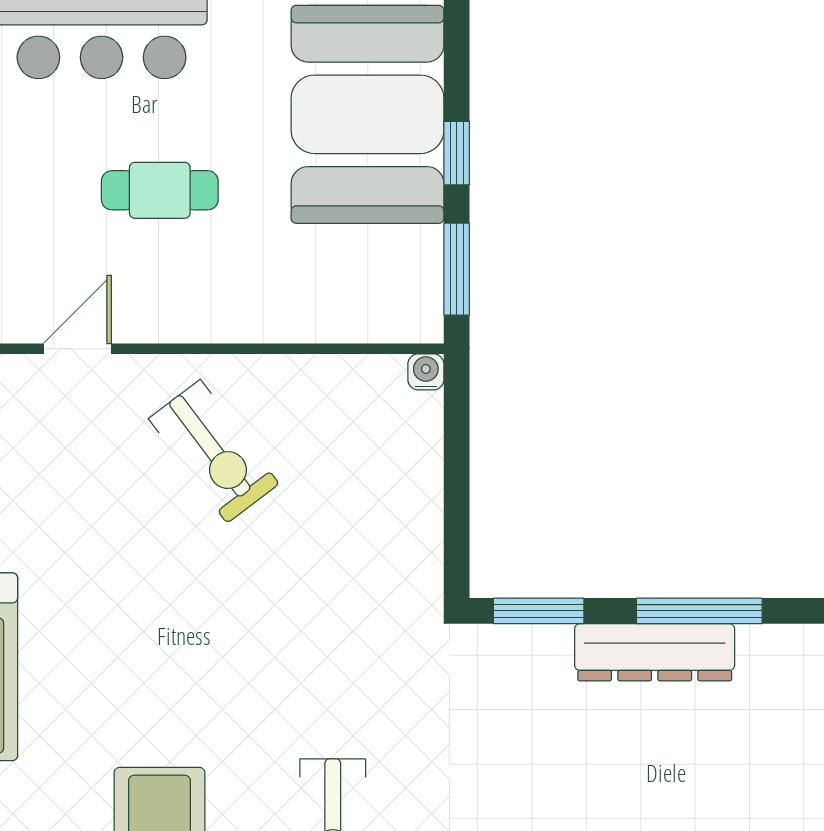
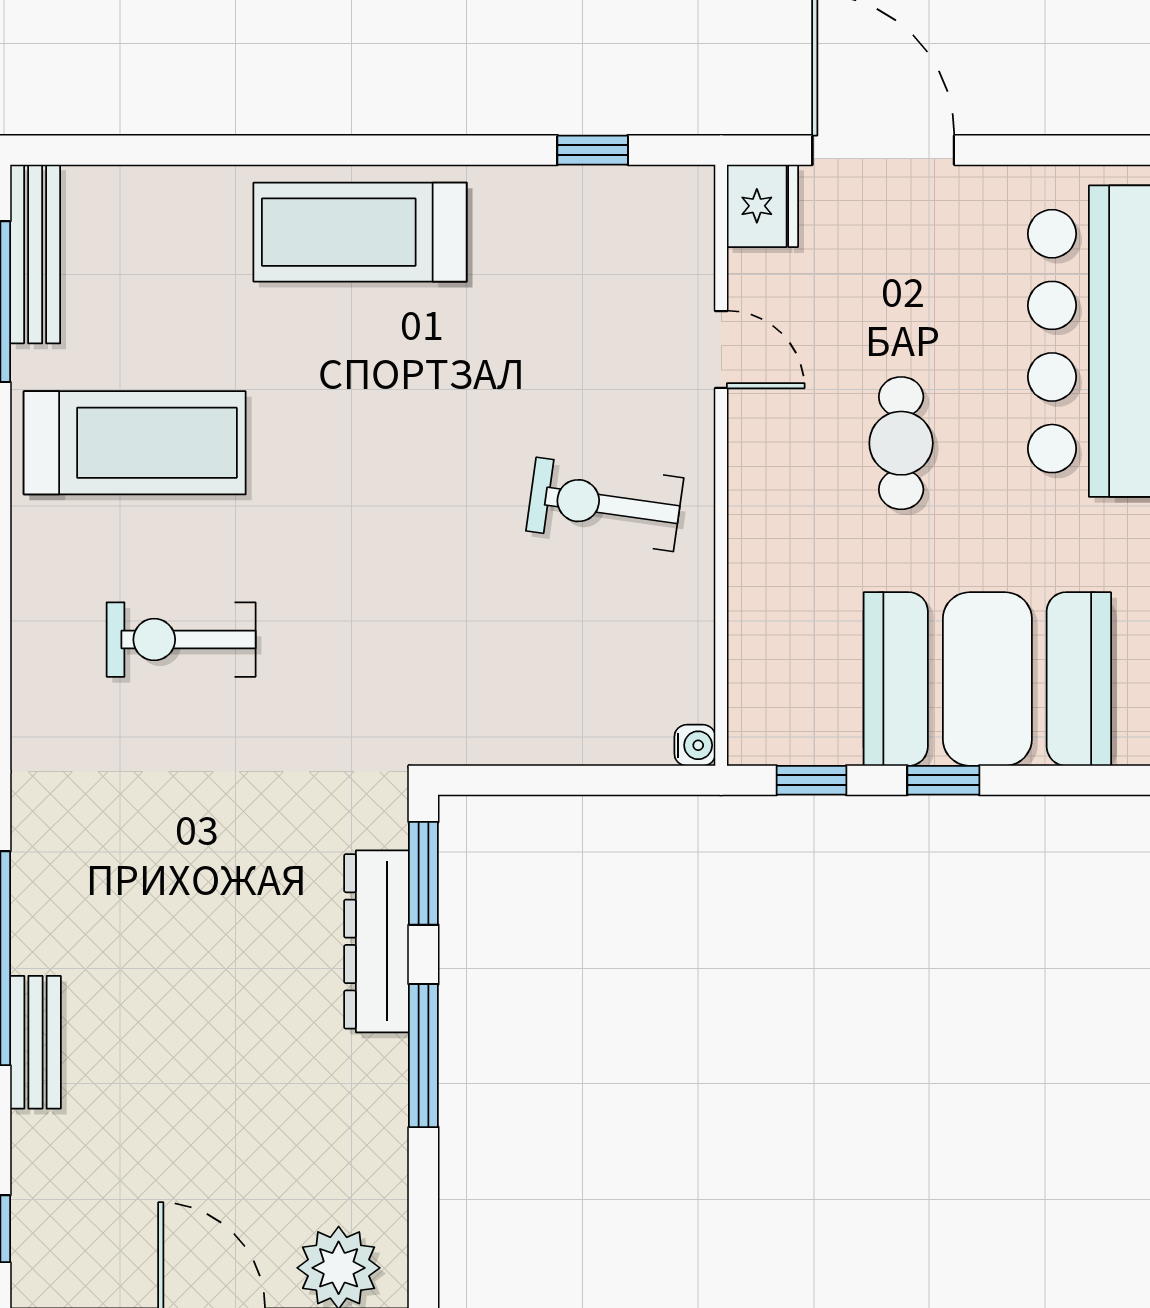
window: (457, 269) -> (811, 780), width x0.67
exercise bike: (214, 451) -> (605, 504), turned 45
dresser: (655, 652) -> (377, 941), moved

